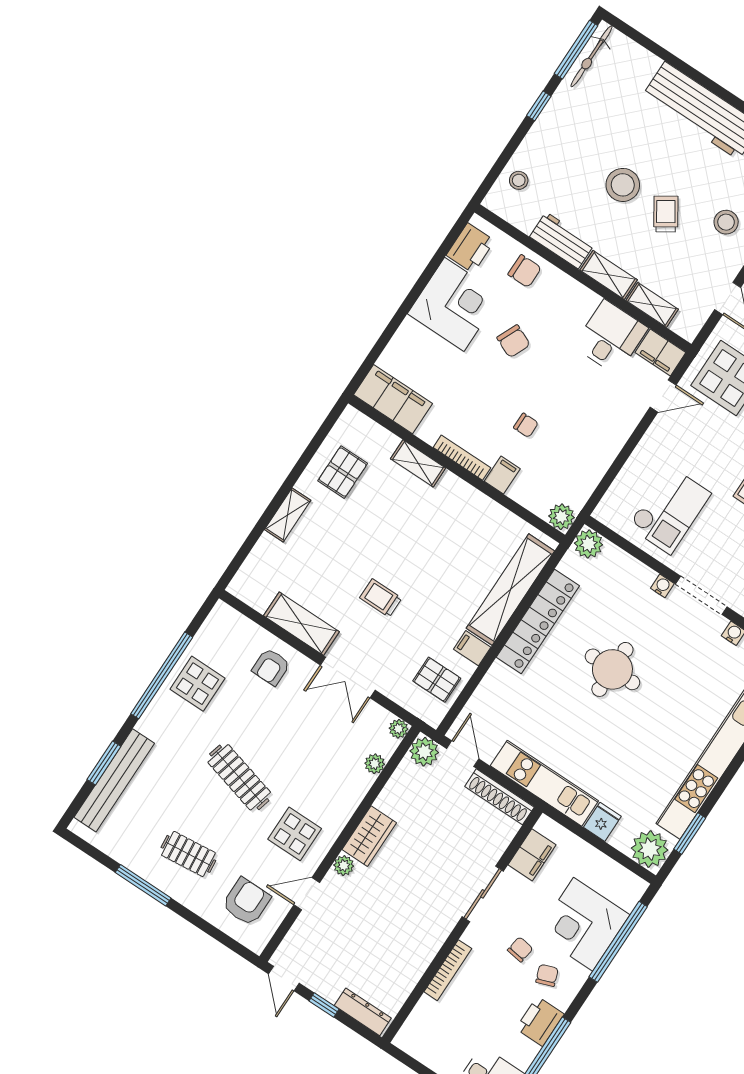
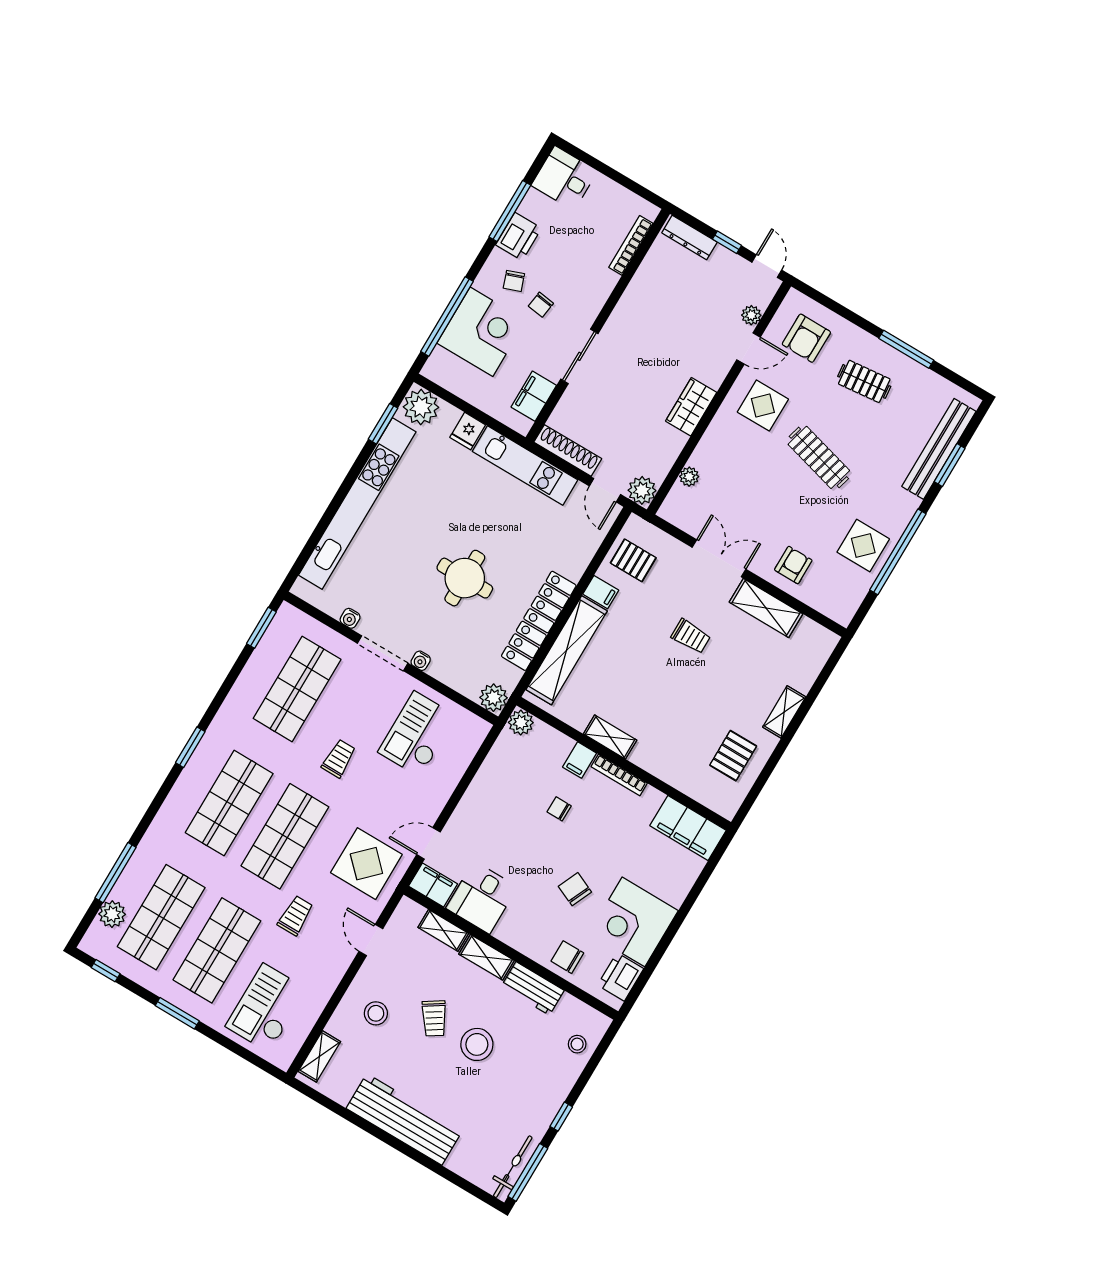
shelving: (418, 463) -> (610, 737), moved
plant: (398, 729) -> (668, 511), removed
plant: (344, 866) -> (751, 315), moved
bookcase: (448, 970) -> (631, 245), moved

